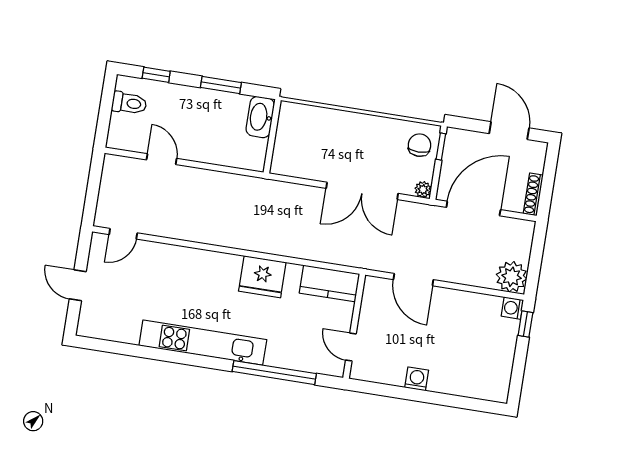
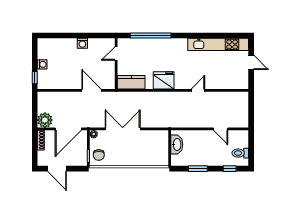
washbasin: (260, 117) -> (177, 144), moved
door: (123, 234) -> (198, 90), moved
plant: (512, 277) -> (45, 120), moved
washing machine: (512, 308) -> (42, 64), moved
kitchen unit: (203, 343) -> (218, 44), moved
door: (351, 347) -> (116, 54), swing flipped

